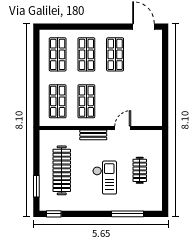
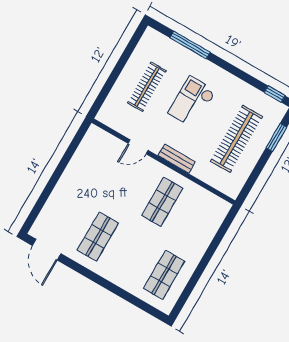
shop shelf: (86, 54) -> (131, 256), removed
shop shelf: (58, 101) -> (195, 221), removed
clothes rail: (140, 170) -> (147, 87), width x1.36

